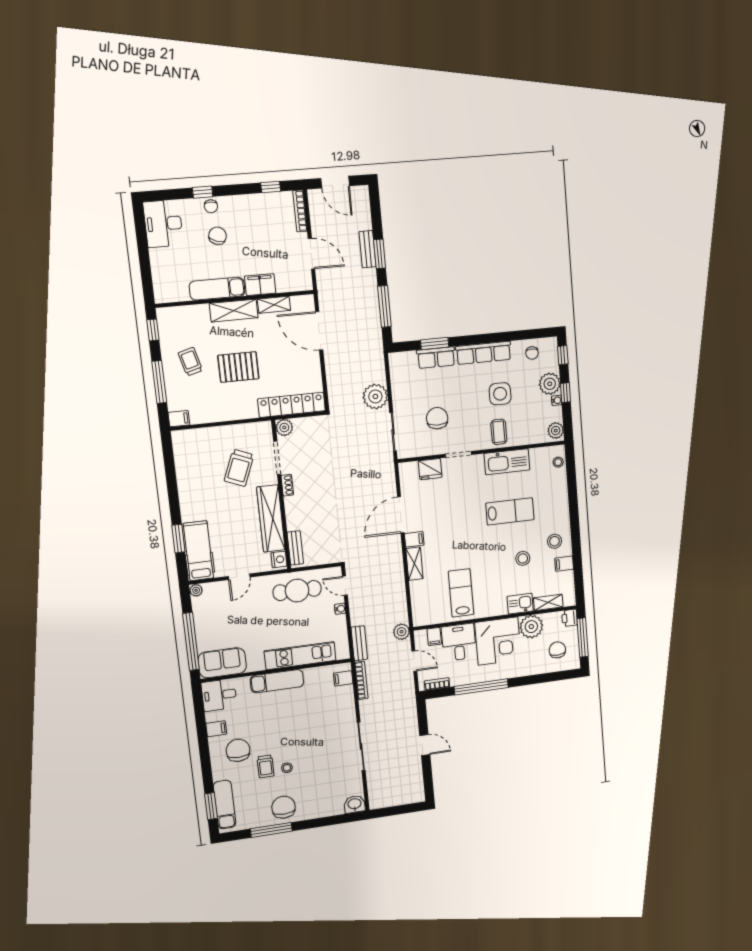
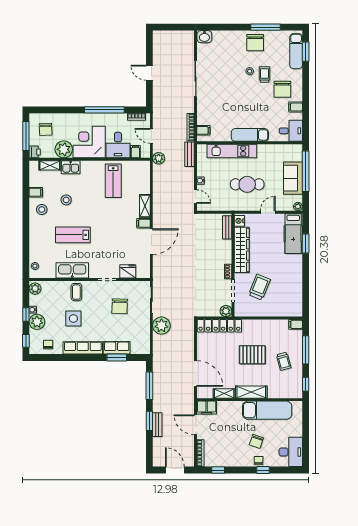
filing cabinet: (260, 285) -> (207, 408), moved
exam couch: (217, 289) -> (267, 410), width x1.36, depth x1.45
cafe table: (297, 591) -> (247, 184), moved
sofa: (222, 663) -> (293, 178), moved, turned 90

